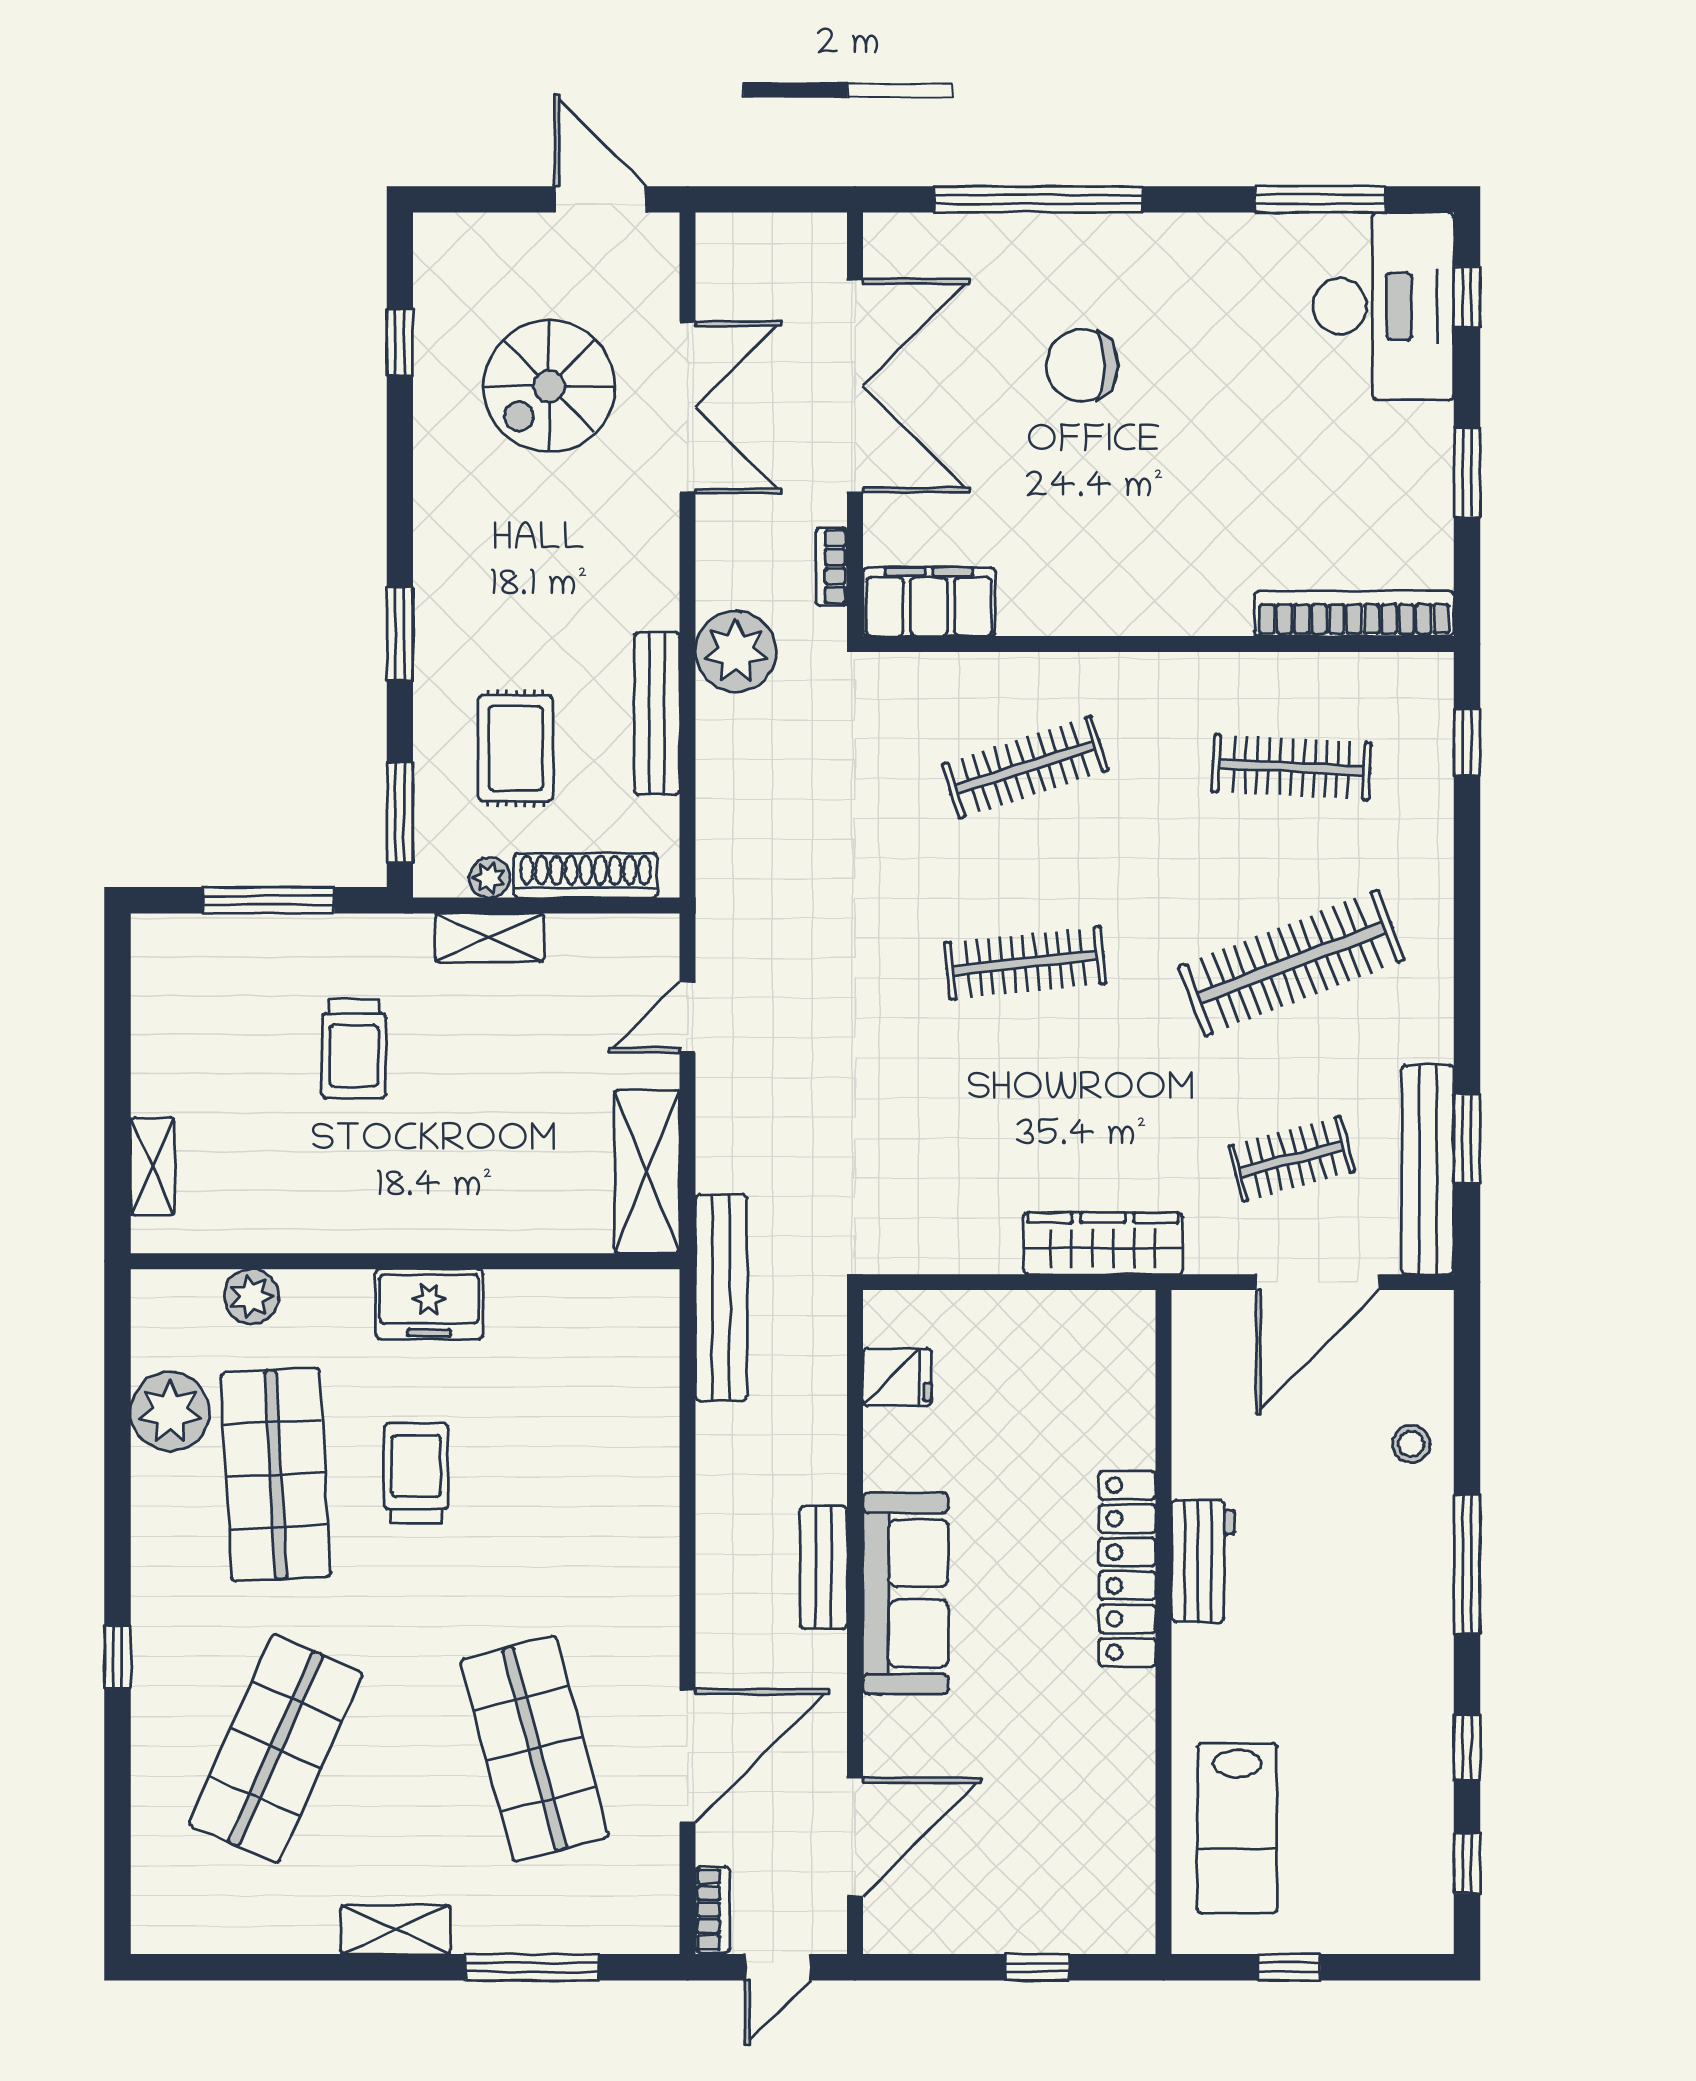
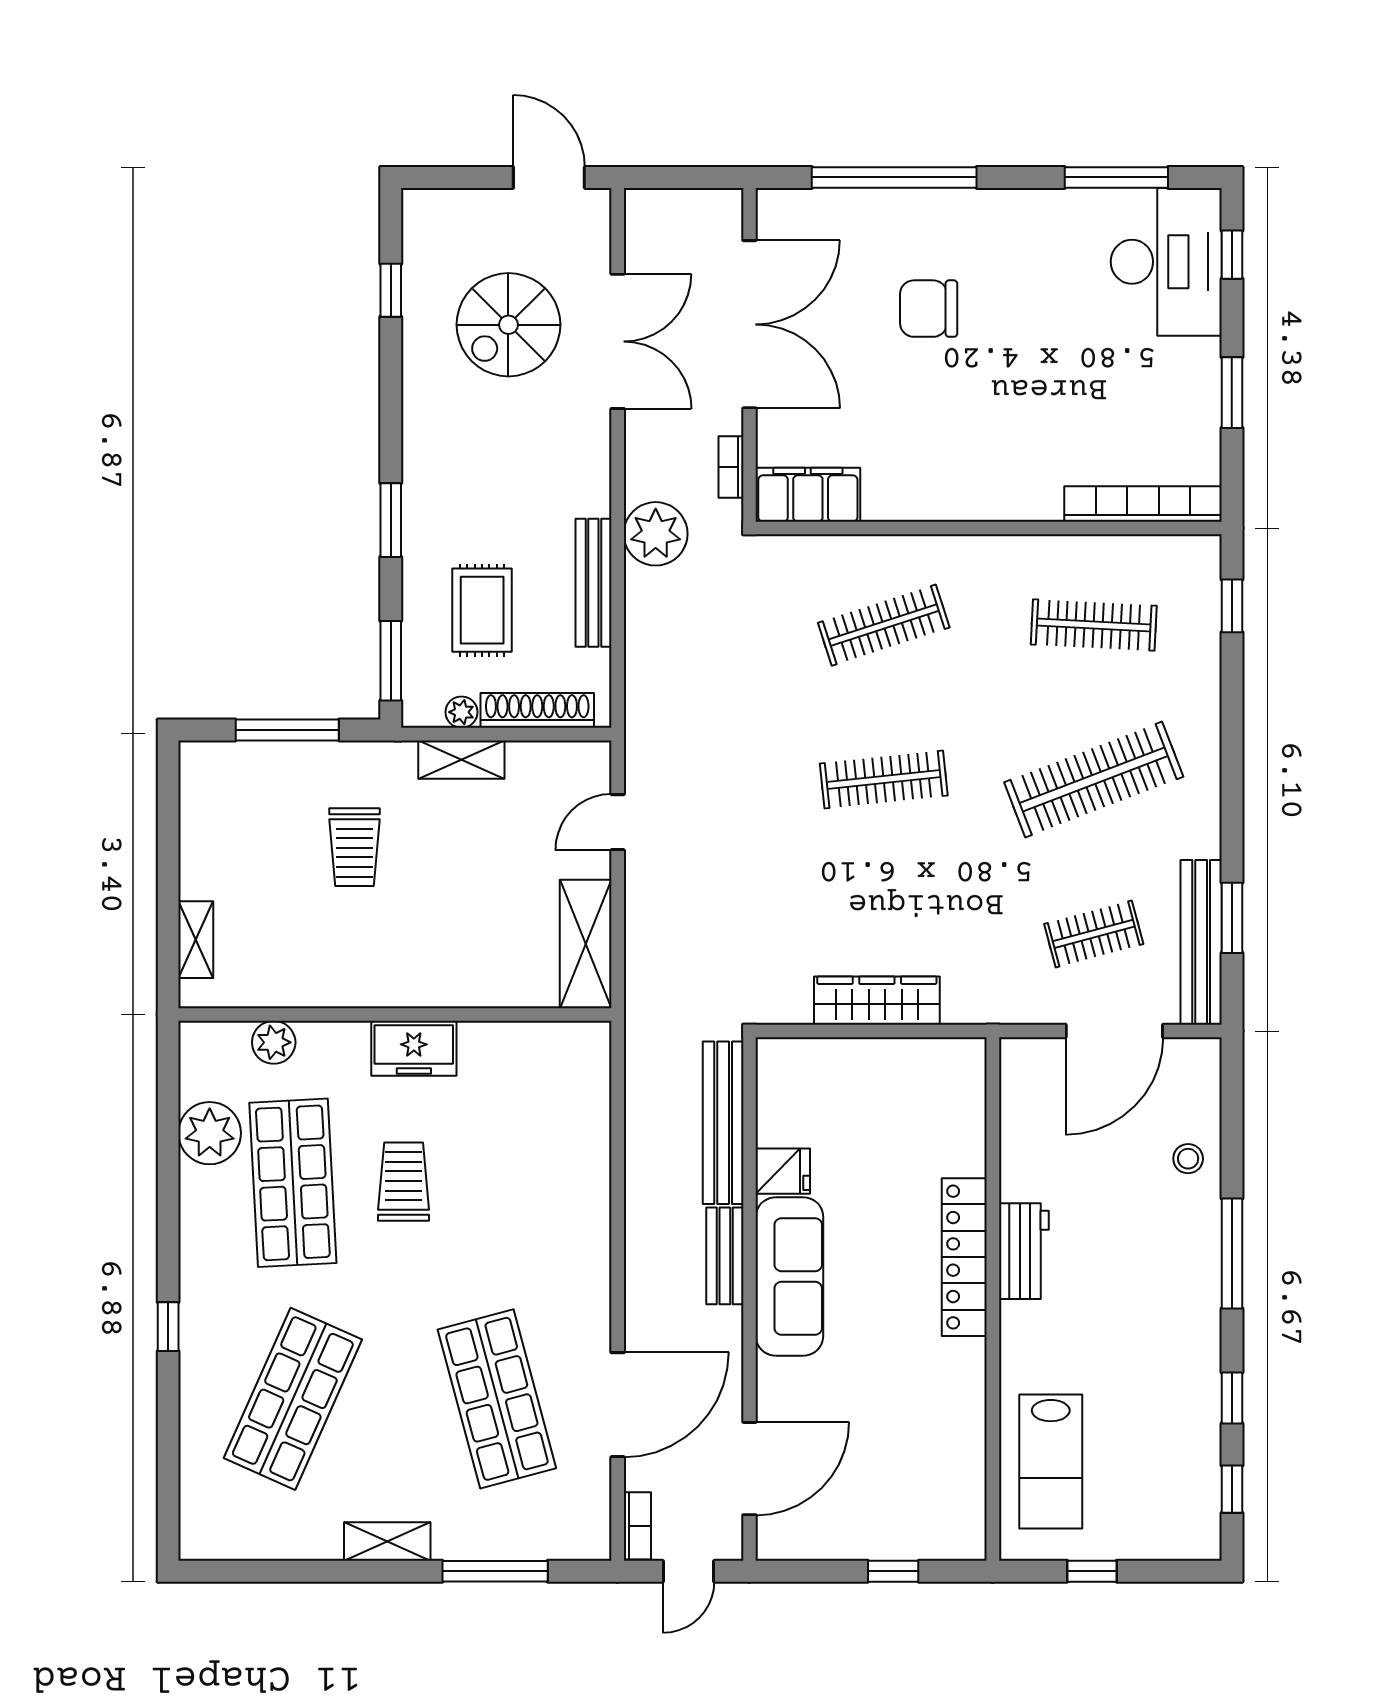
wardrobe: (1103, 1243) -> (877, 1001), moved
bench: (721, 1298) -> (723, 1123), moved
fridge: (897, 1377) -> (783, 1171), moved

